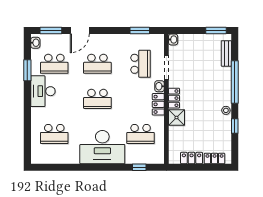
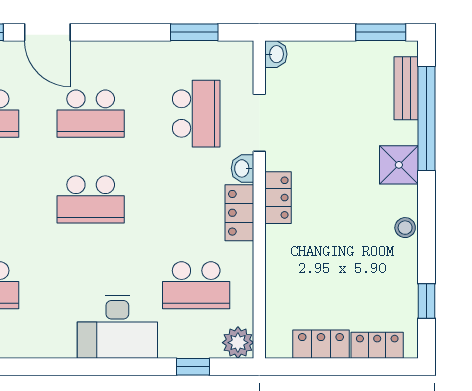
door: (80, 31) -> (47, 32), hinge flipped
window: (235, 82) -> (427, 118), moved
shower: (176, 118) -> (399, 165), moved
window: (235, 126) -> (427, 301), moved
desk: (102, 147) -> (117, 327), width x0.73, depth x0.77
plant: (158, 157) -> (238, 343), added

